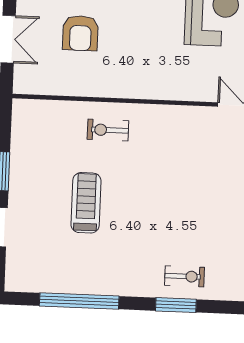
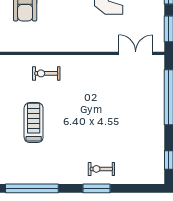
exercise bike: (185, 276) -> (101, 169), turned 180

